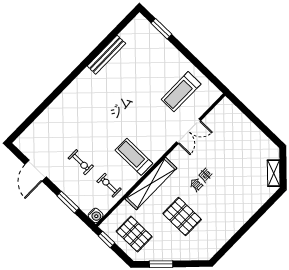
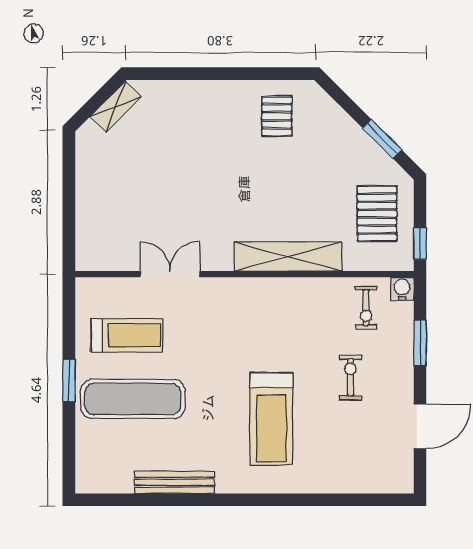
window: (161, 29) -> (69, 381), moved
exercise mat: (154, 70) -> (133, 399), added
treadmill: (134, 157) -> (271, 419), moved, width x1.37, depth x1.38
exercise bike: (109, 185) -> (366, 308), moved
pallet: (182, 217) -> (277, 116), moved, width x0.67, depth x0.71

